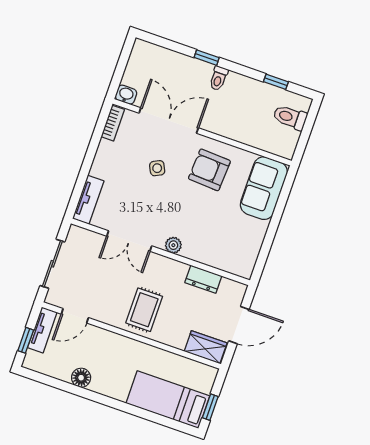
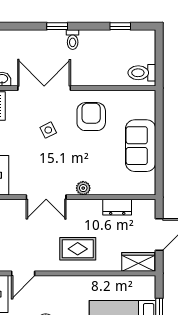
toilet: (290, 117) -> (142, 73), moved
armchair: (209, 170) -> (91, 117), turned 87
sofa: (264, 188) -> (141, 146), moved
rug: (144, 310) -> (78, 249), turned 90

